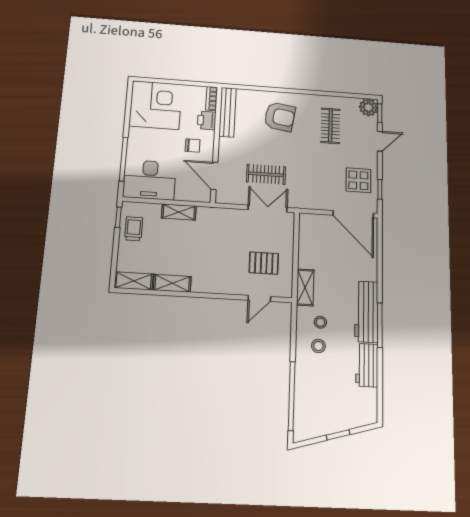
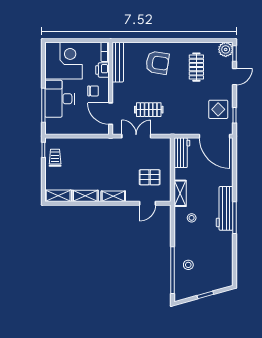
desk: (150, 180) -> (60, 99), moved, turned 90
double door: (268, 209) -> (136, 136), moved
shelving: (179, 212) -> (113, 196), moved
stool: (318, 346) -> (188, 265), moved
workbench: (367, 365) -> (182, 153), moved, turned 180

